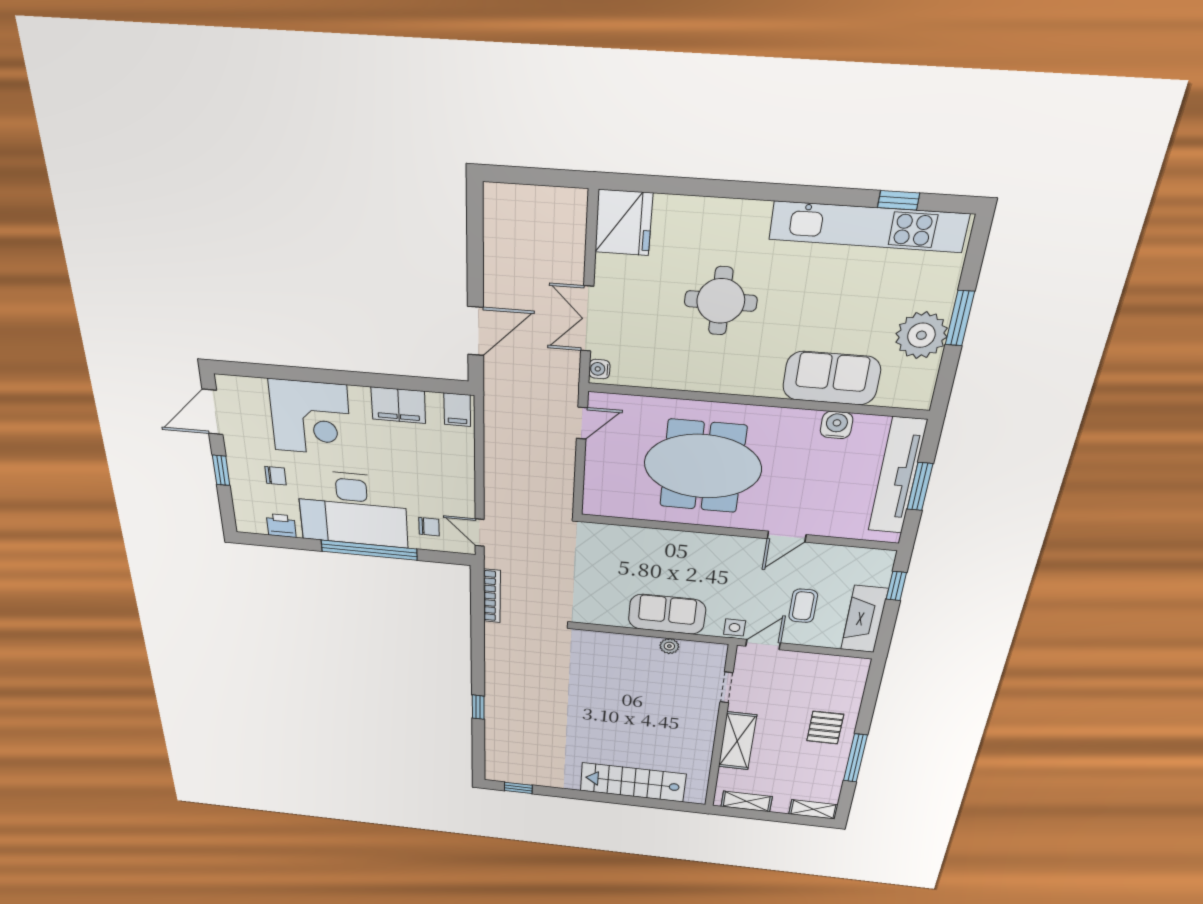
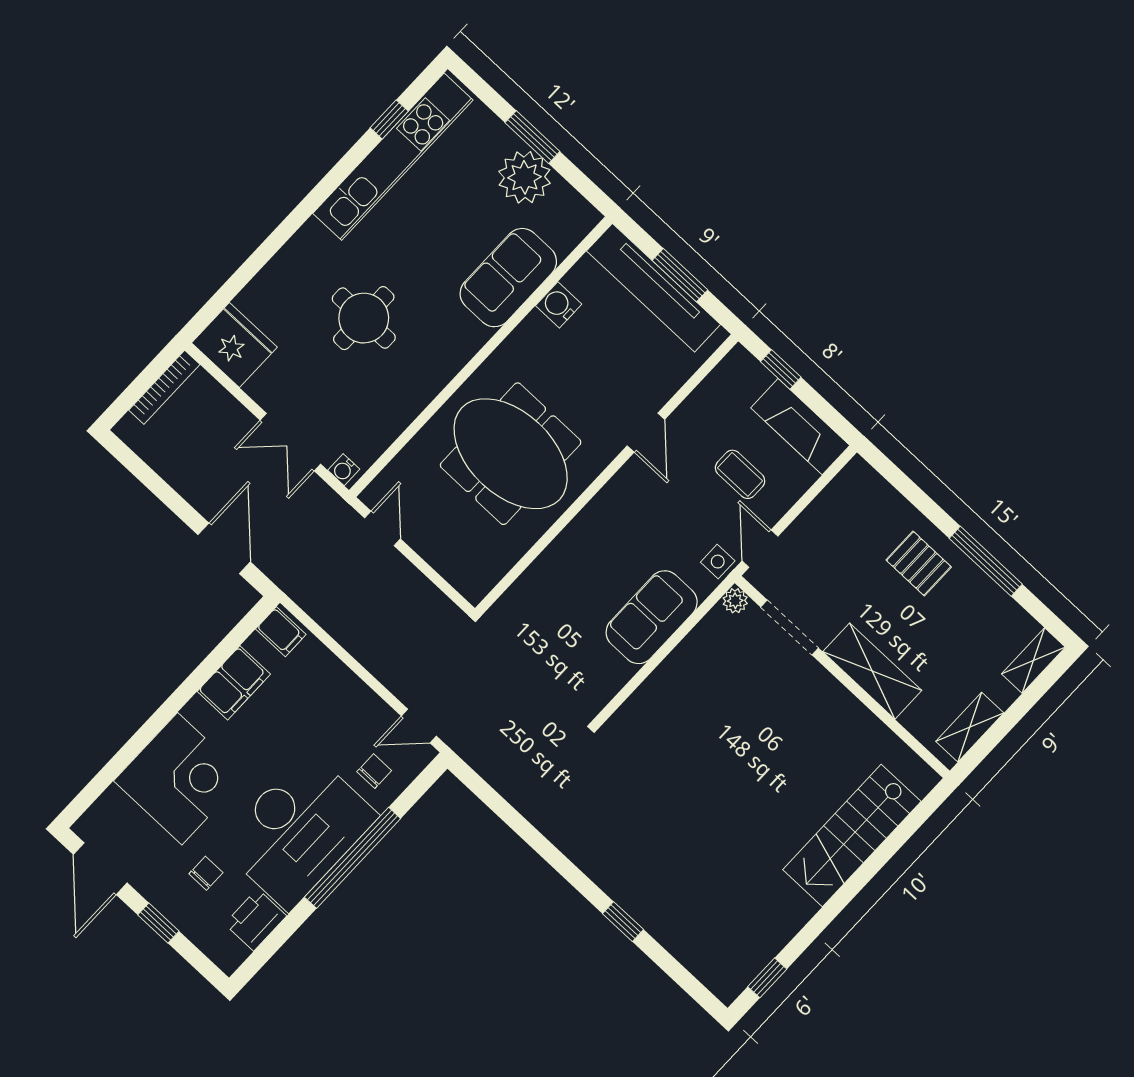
meeting table: (703, 466) -> (511, 454), turned 90
printer: (281, 526) -> (256, 920), width x1.36, depth x1.24
bookcase: (492, 596) -> (164, 387), moved, turned 90
plant: (669, 646) -> (735, 601), moved
doorway: (726, 687) -> (790, 628), width x1.38

